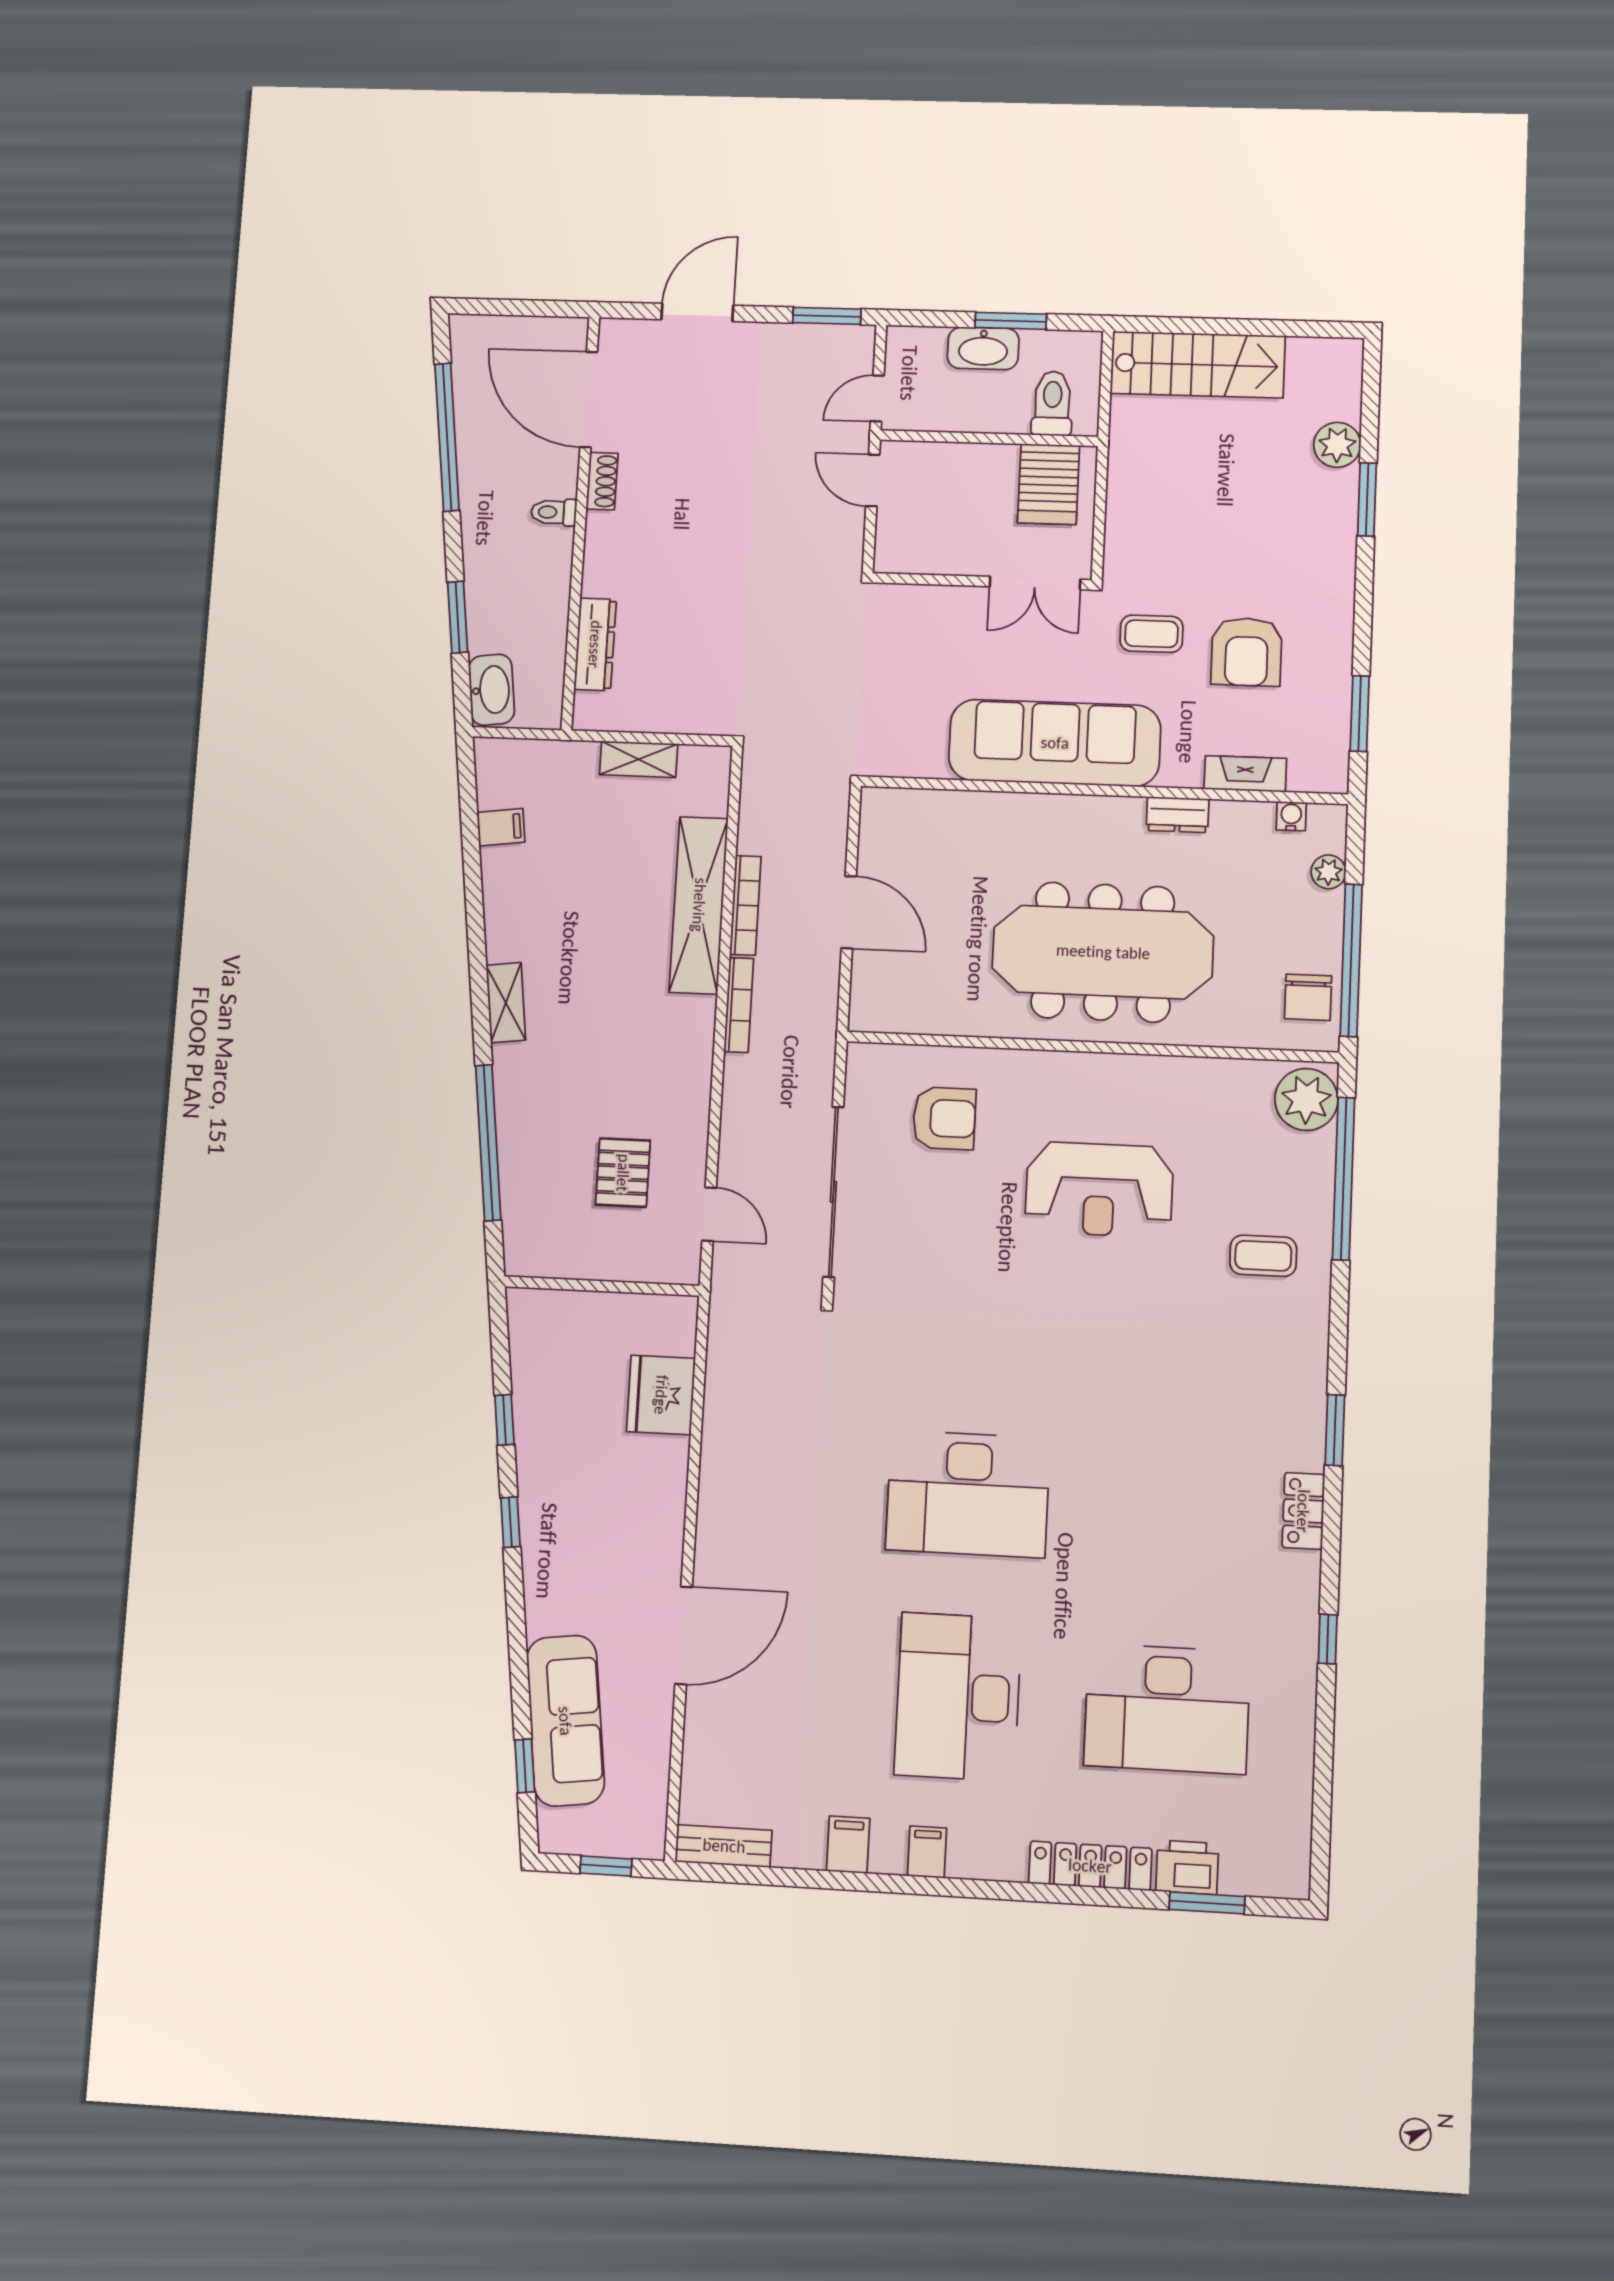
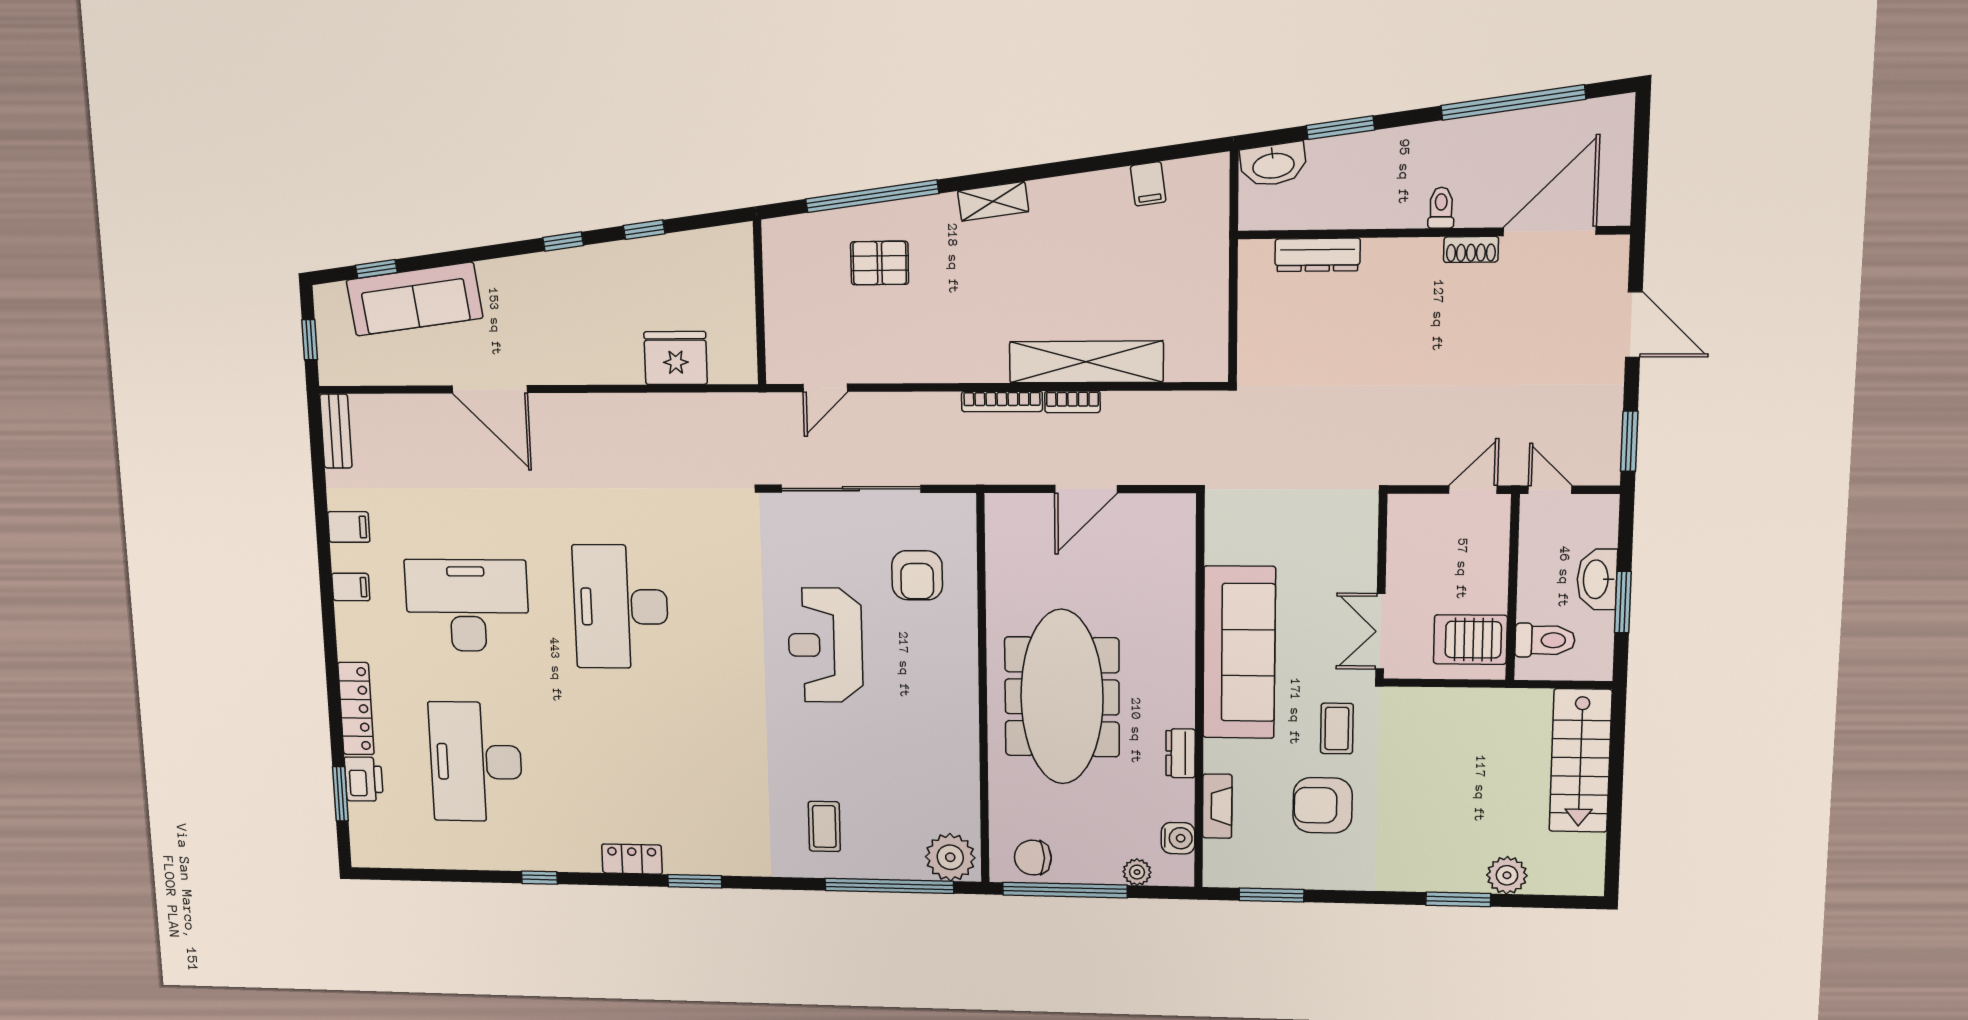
shelving: (639, 759) -> (1214, 301), removed
water cooler: (1291, 816) -> (1178, 838), width x1.38, depth x1.38
bookcase: (745, 905) -> (1072, 402), width x0.64
pallet: (623, 1173) -> (880, 263), moved
reception desk: (1099, 1189) -> (825, 645), moved

